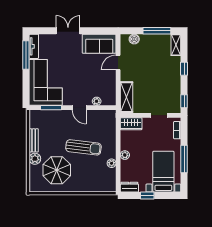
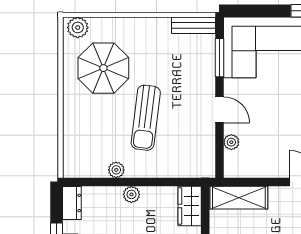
door: (79, 108) -> (219, 110), swing flipped
bench: (34, 140) -> (193, 25), moved
plant: (35, 159) -> (78, 28), moved

